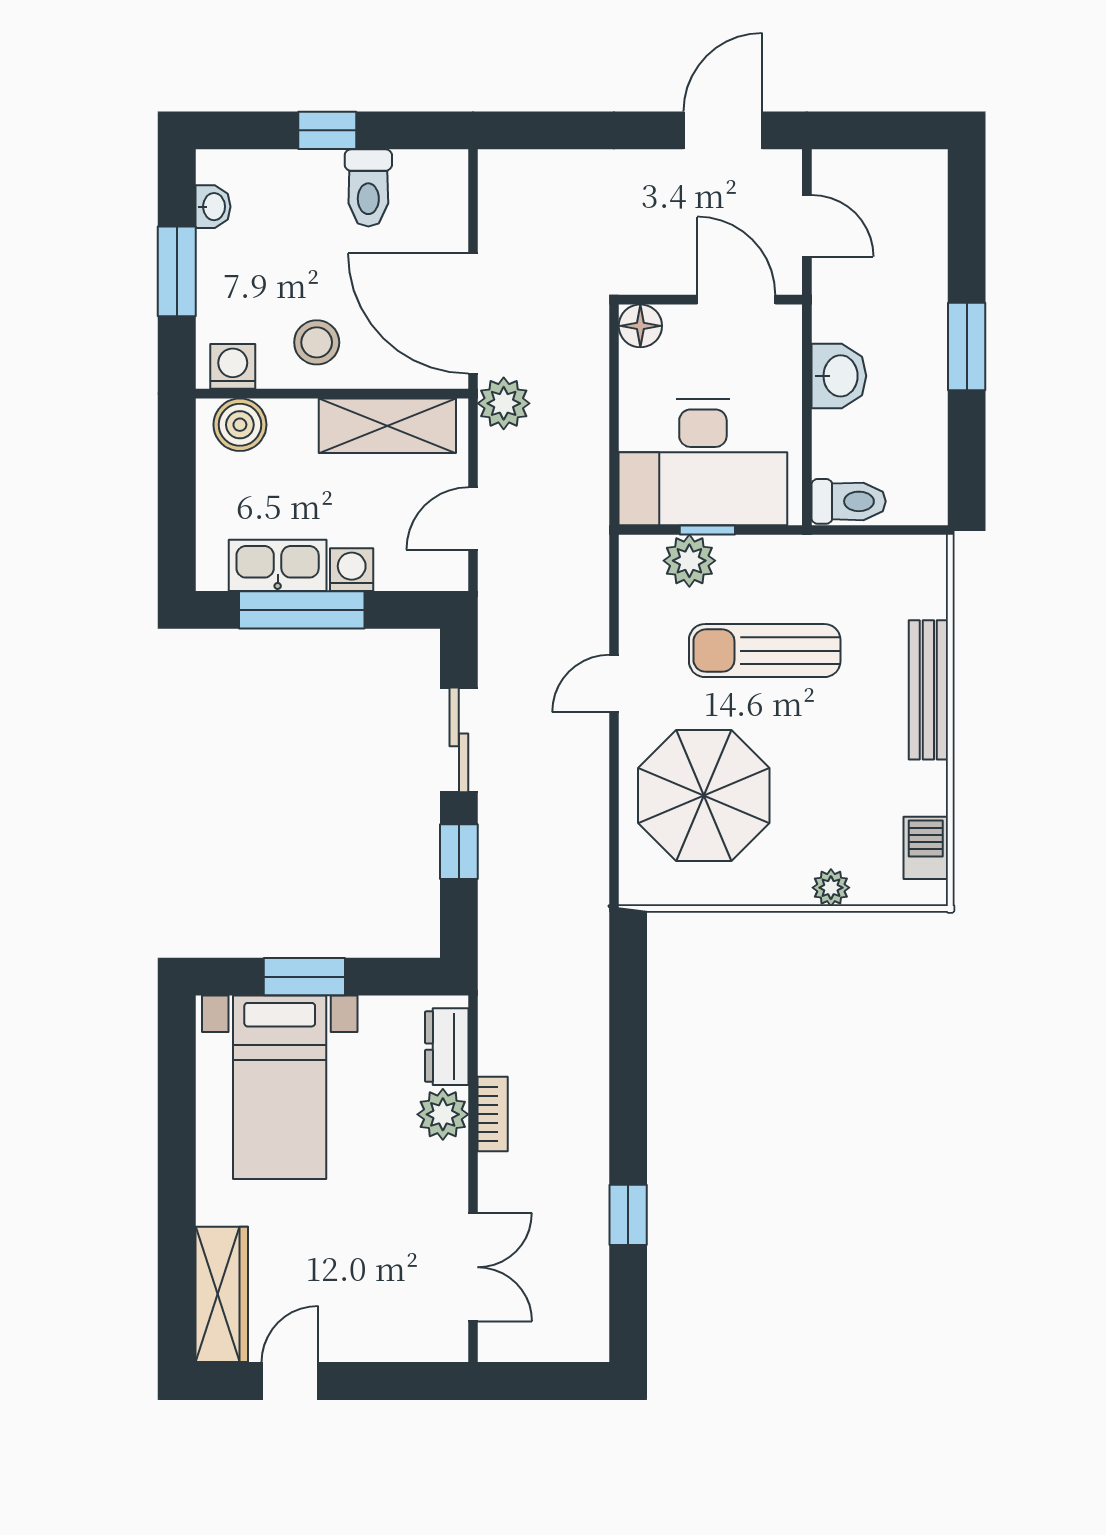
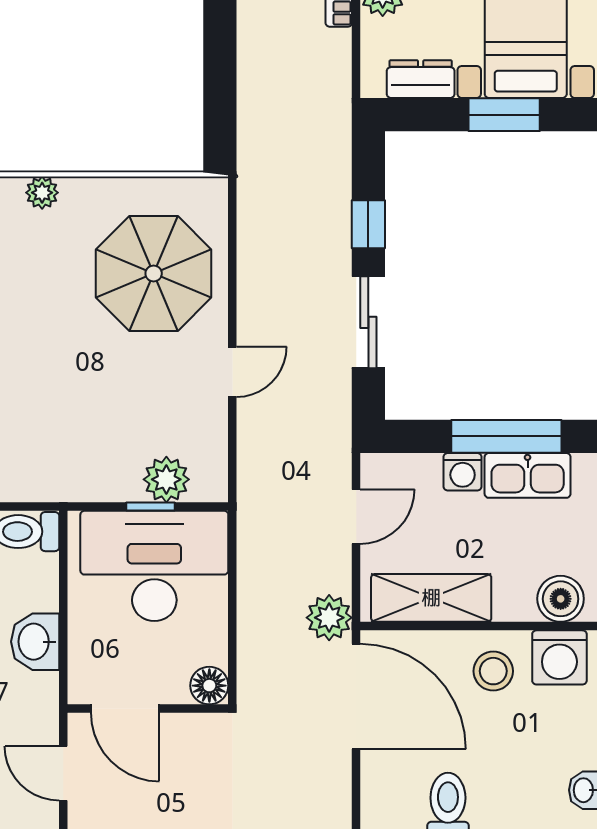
washing machine: (233, 366) -> (559, 657), width x1.38, depth x1.38
sun lounger: (765, 651) -> (100, 401), removed
dresser: (447, 1047) -> (421, 79), moved, turned -90

